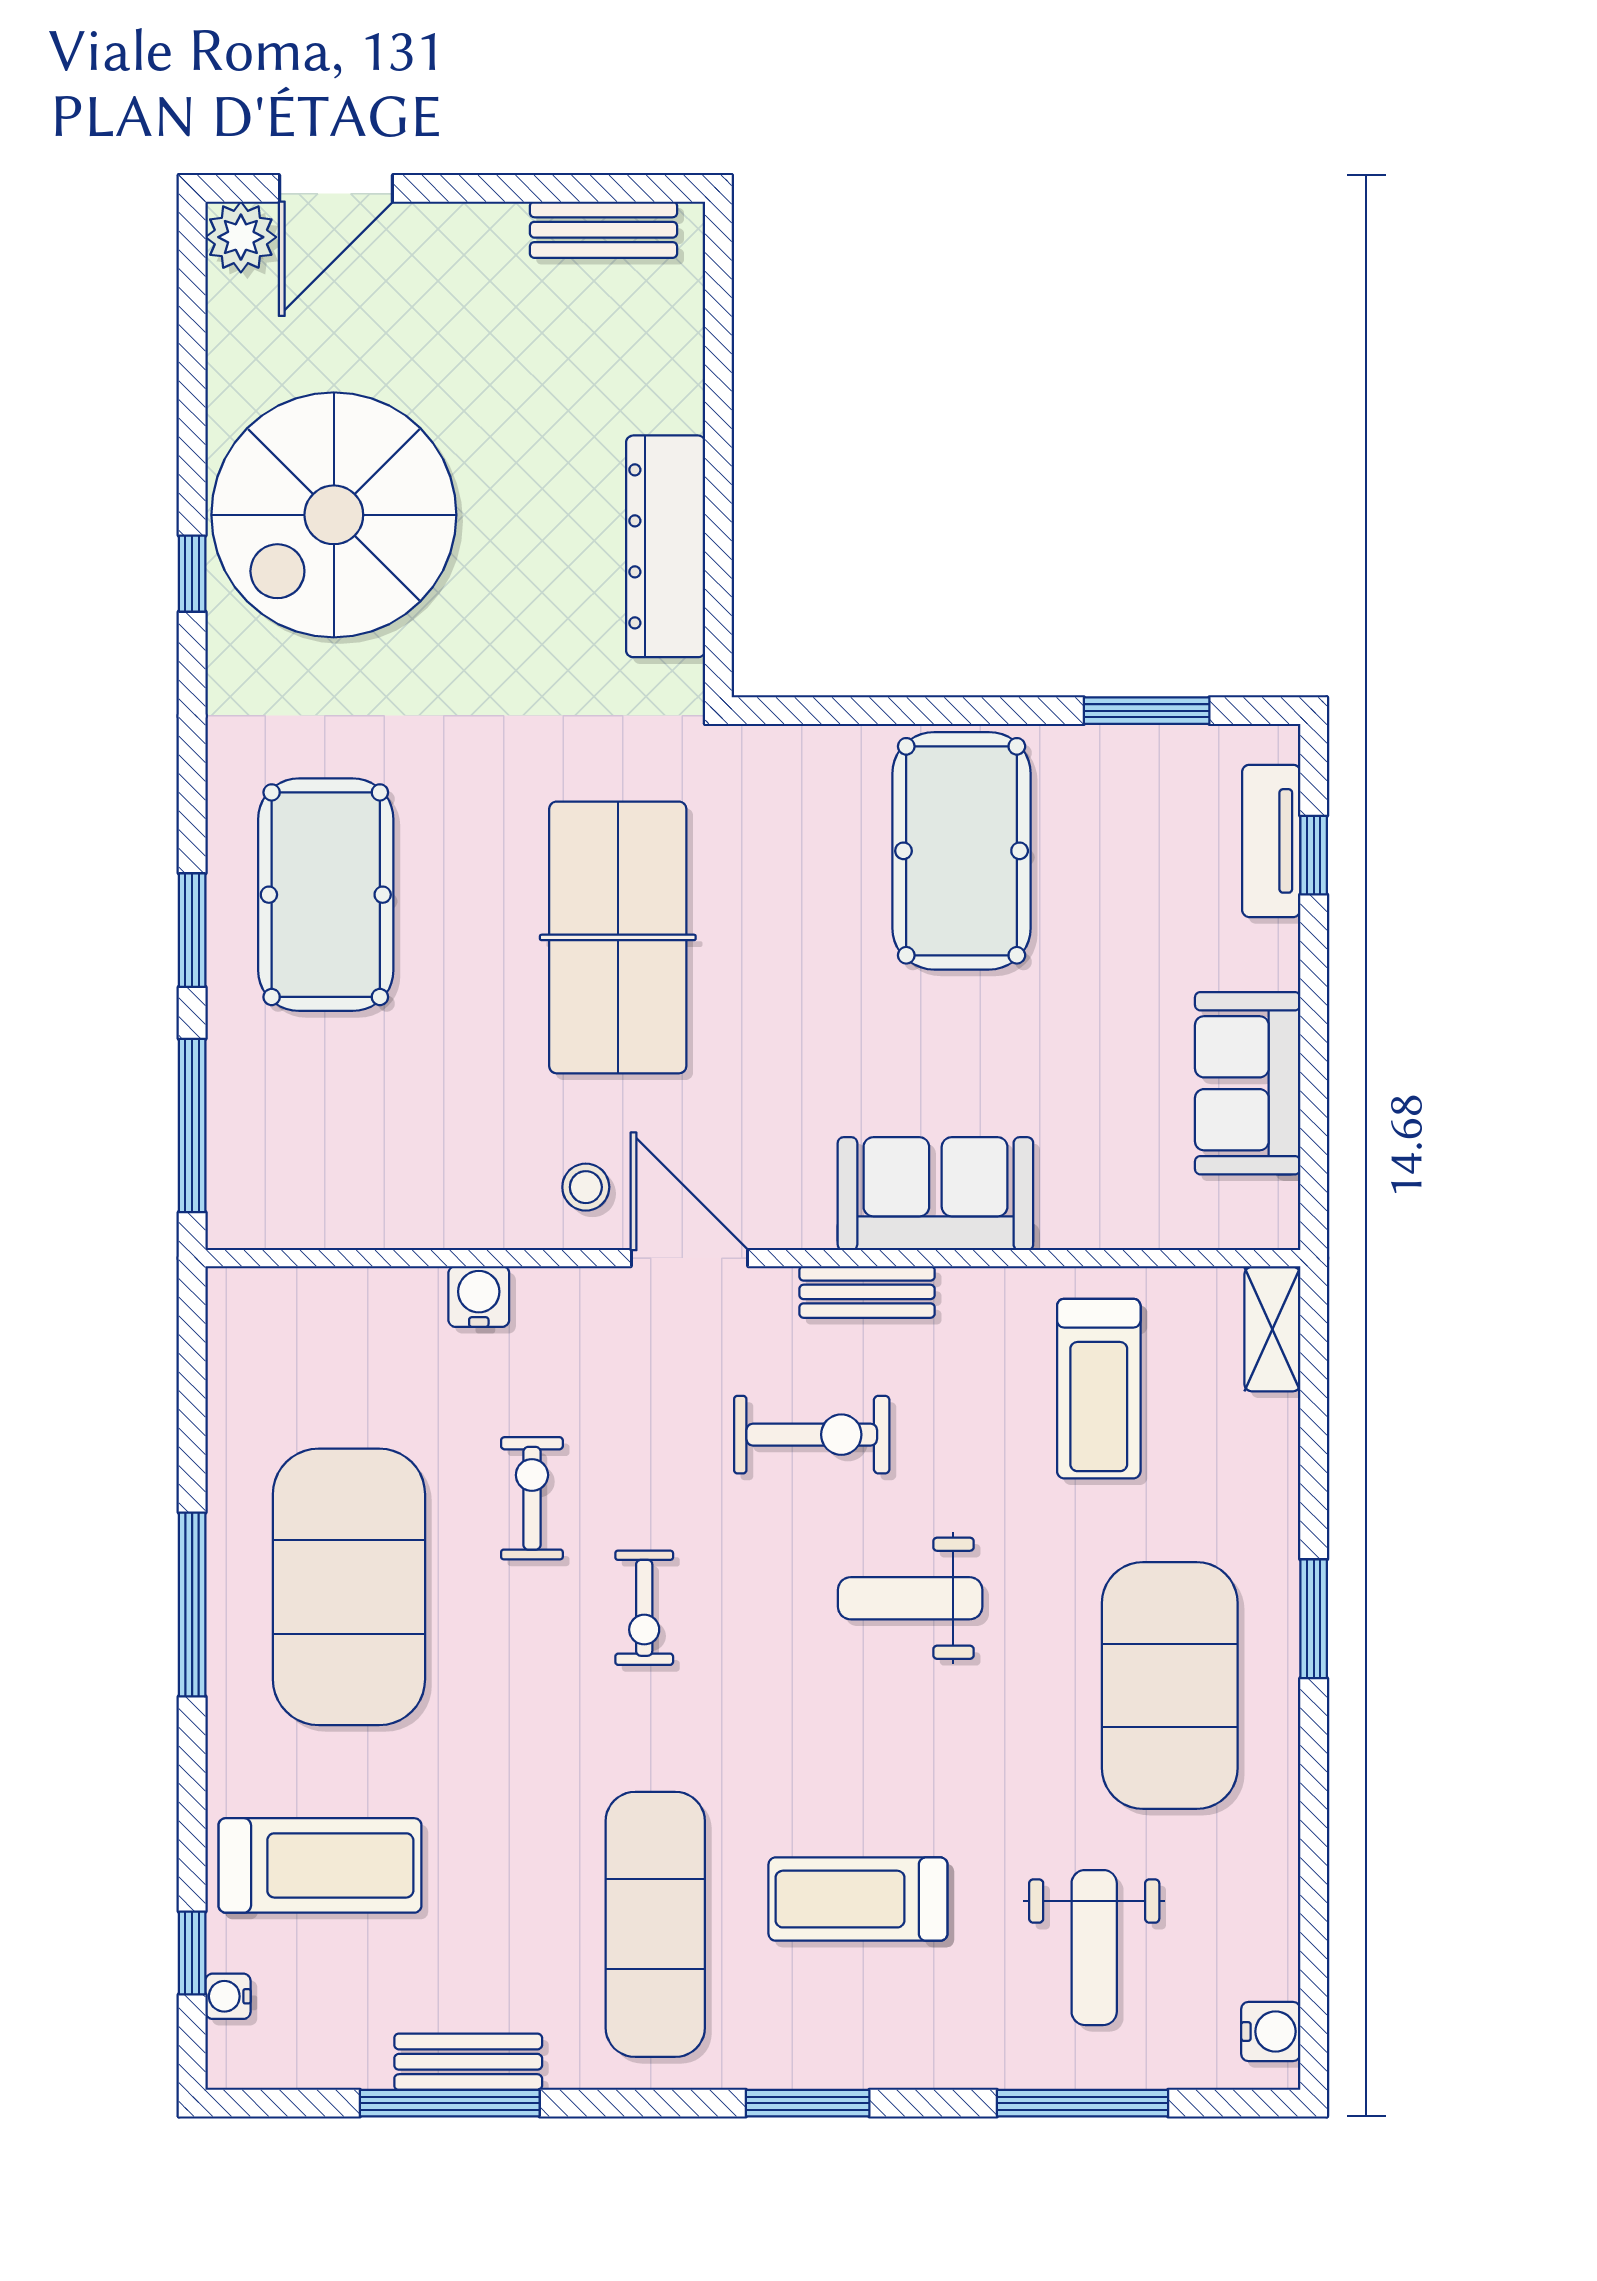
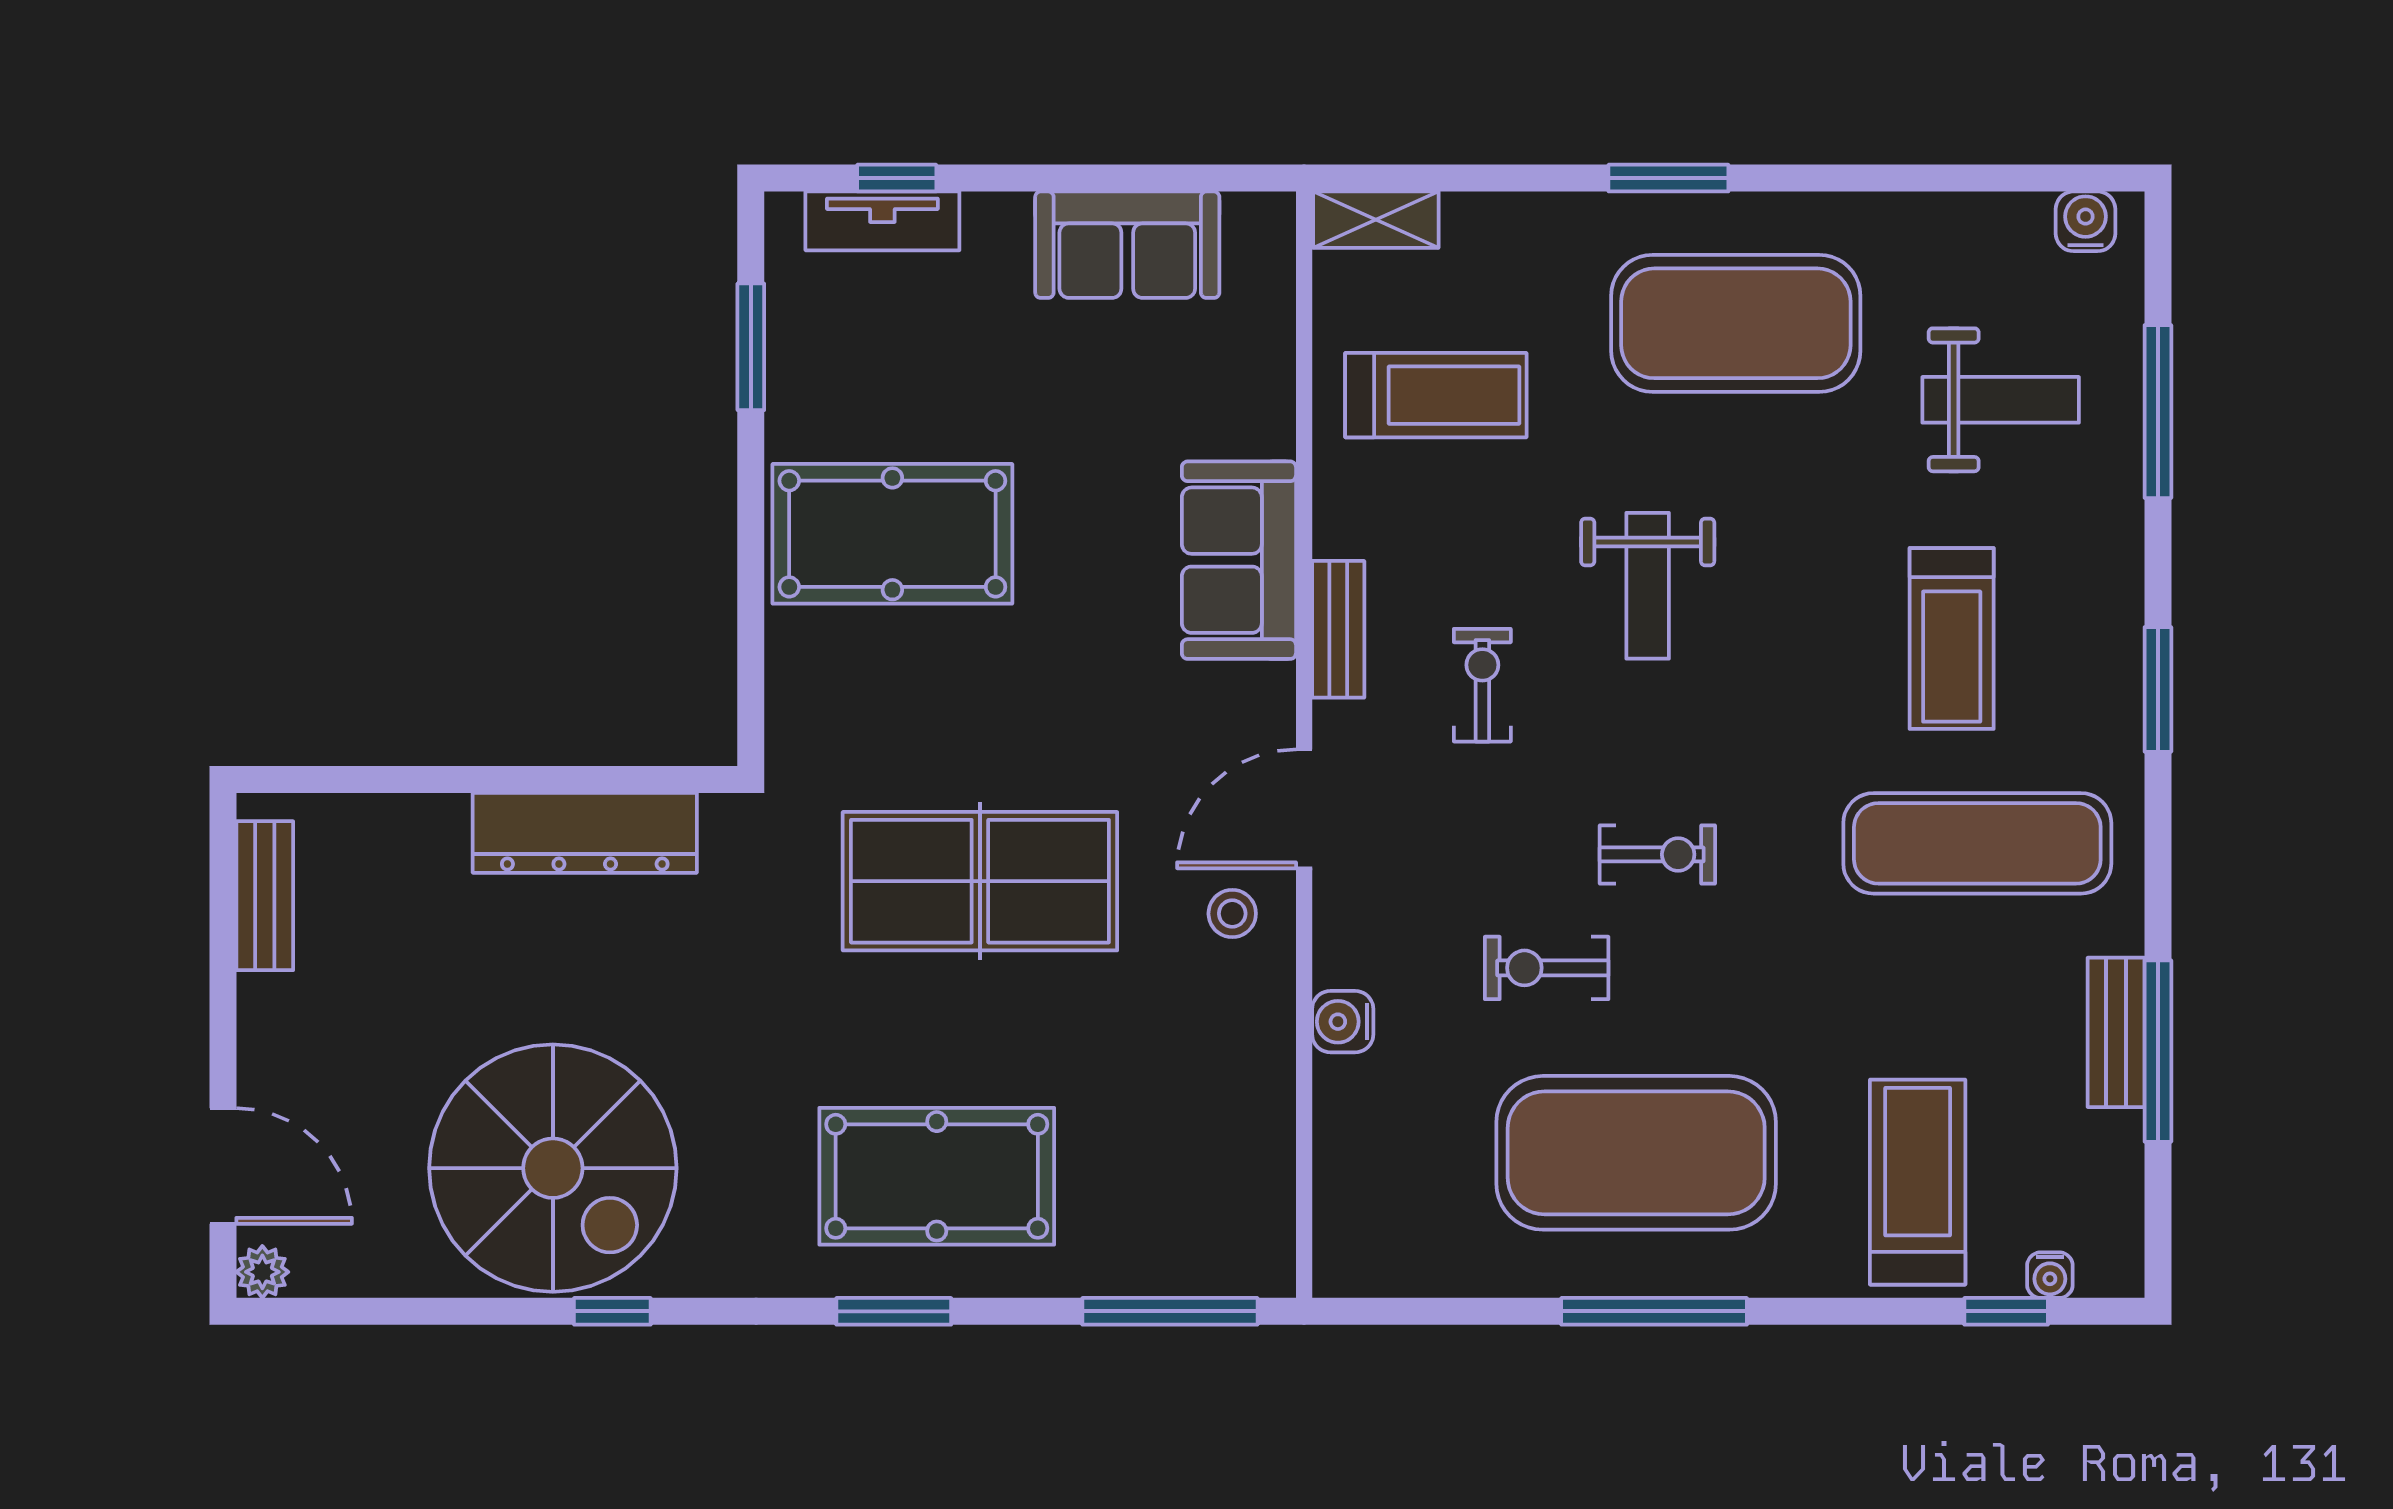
plant: (241, 237) -> (262, 1272), width x0.73, depth x0.73
window: (192, 930) -> (894, 1311), moved
exercise bike: (812, 1435) -> (1482, 685), width x0.73, depth x0.72

